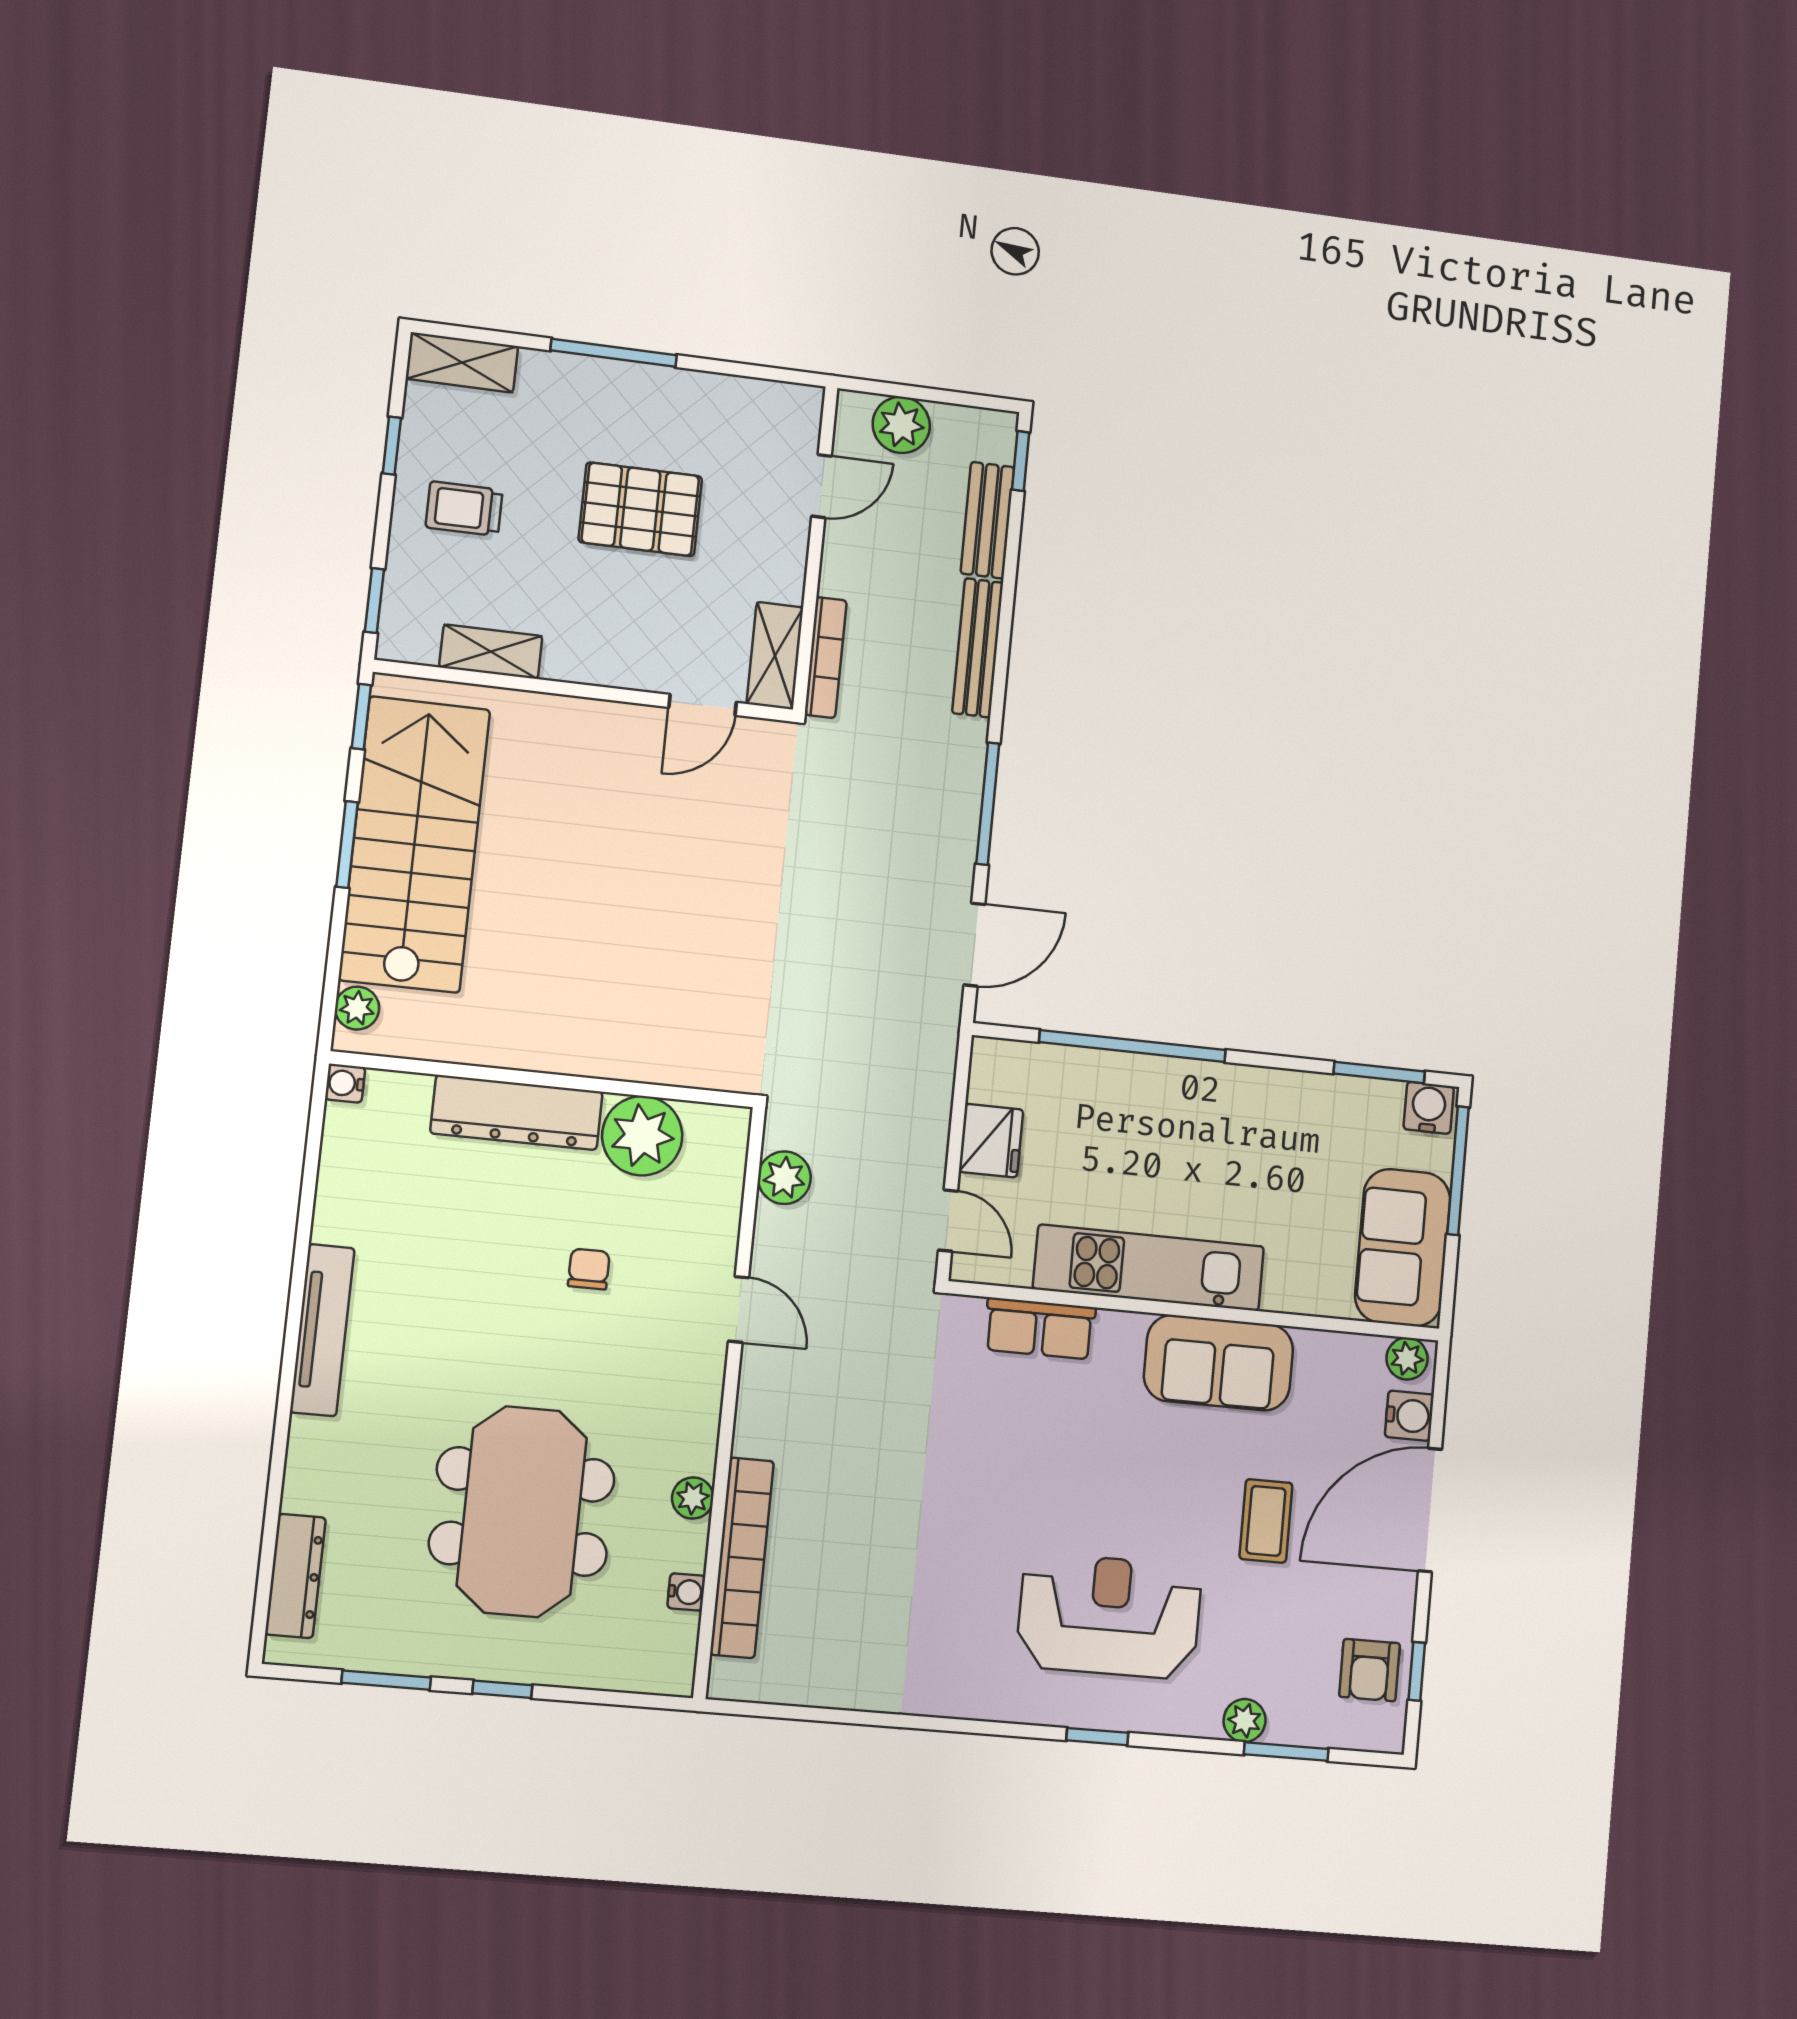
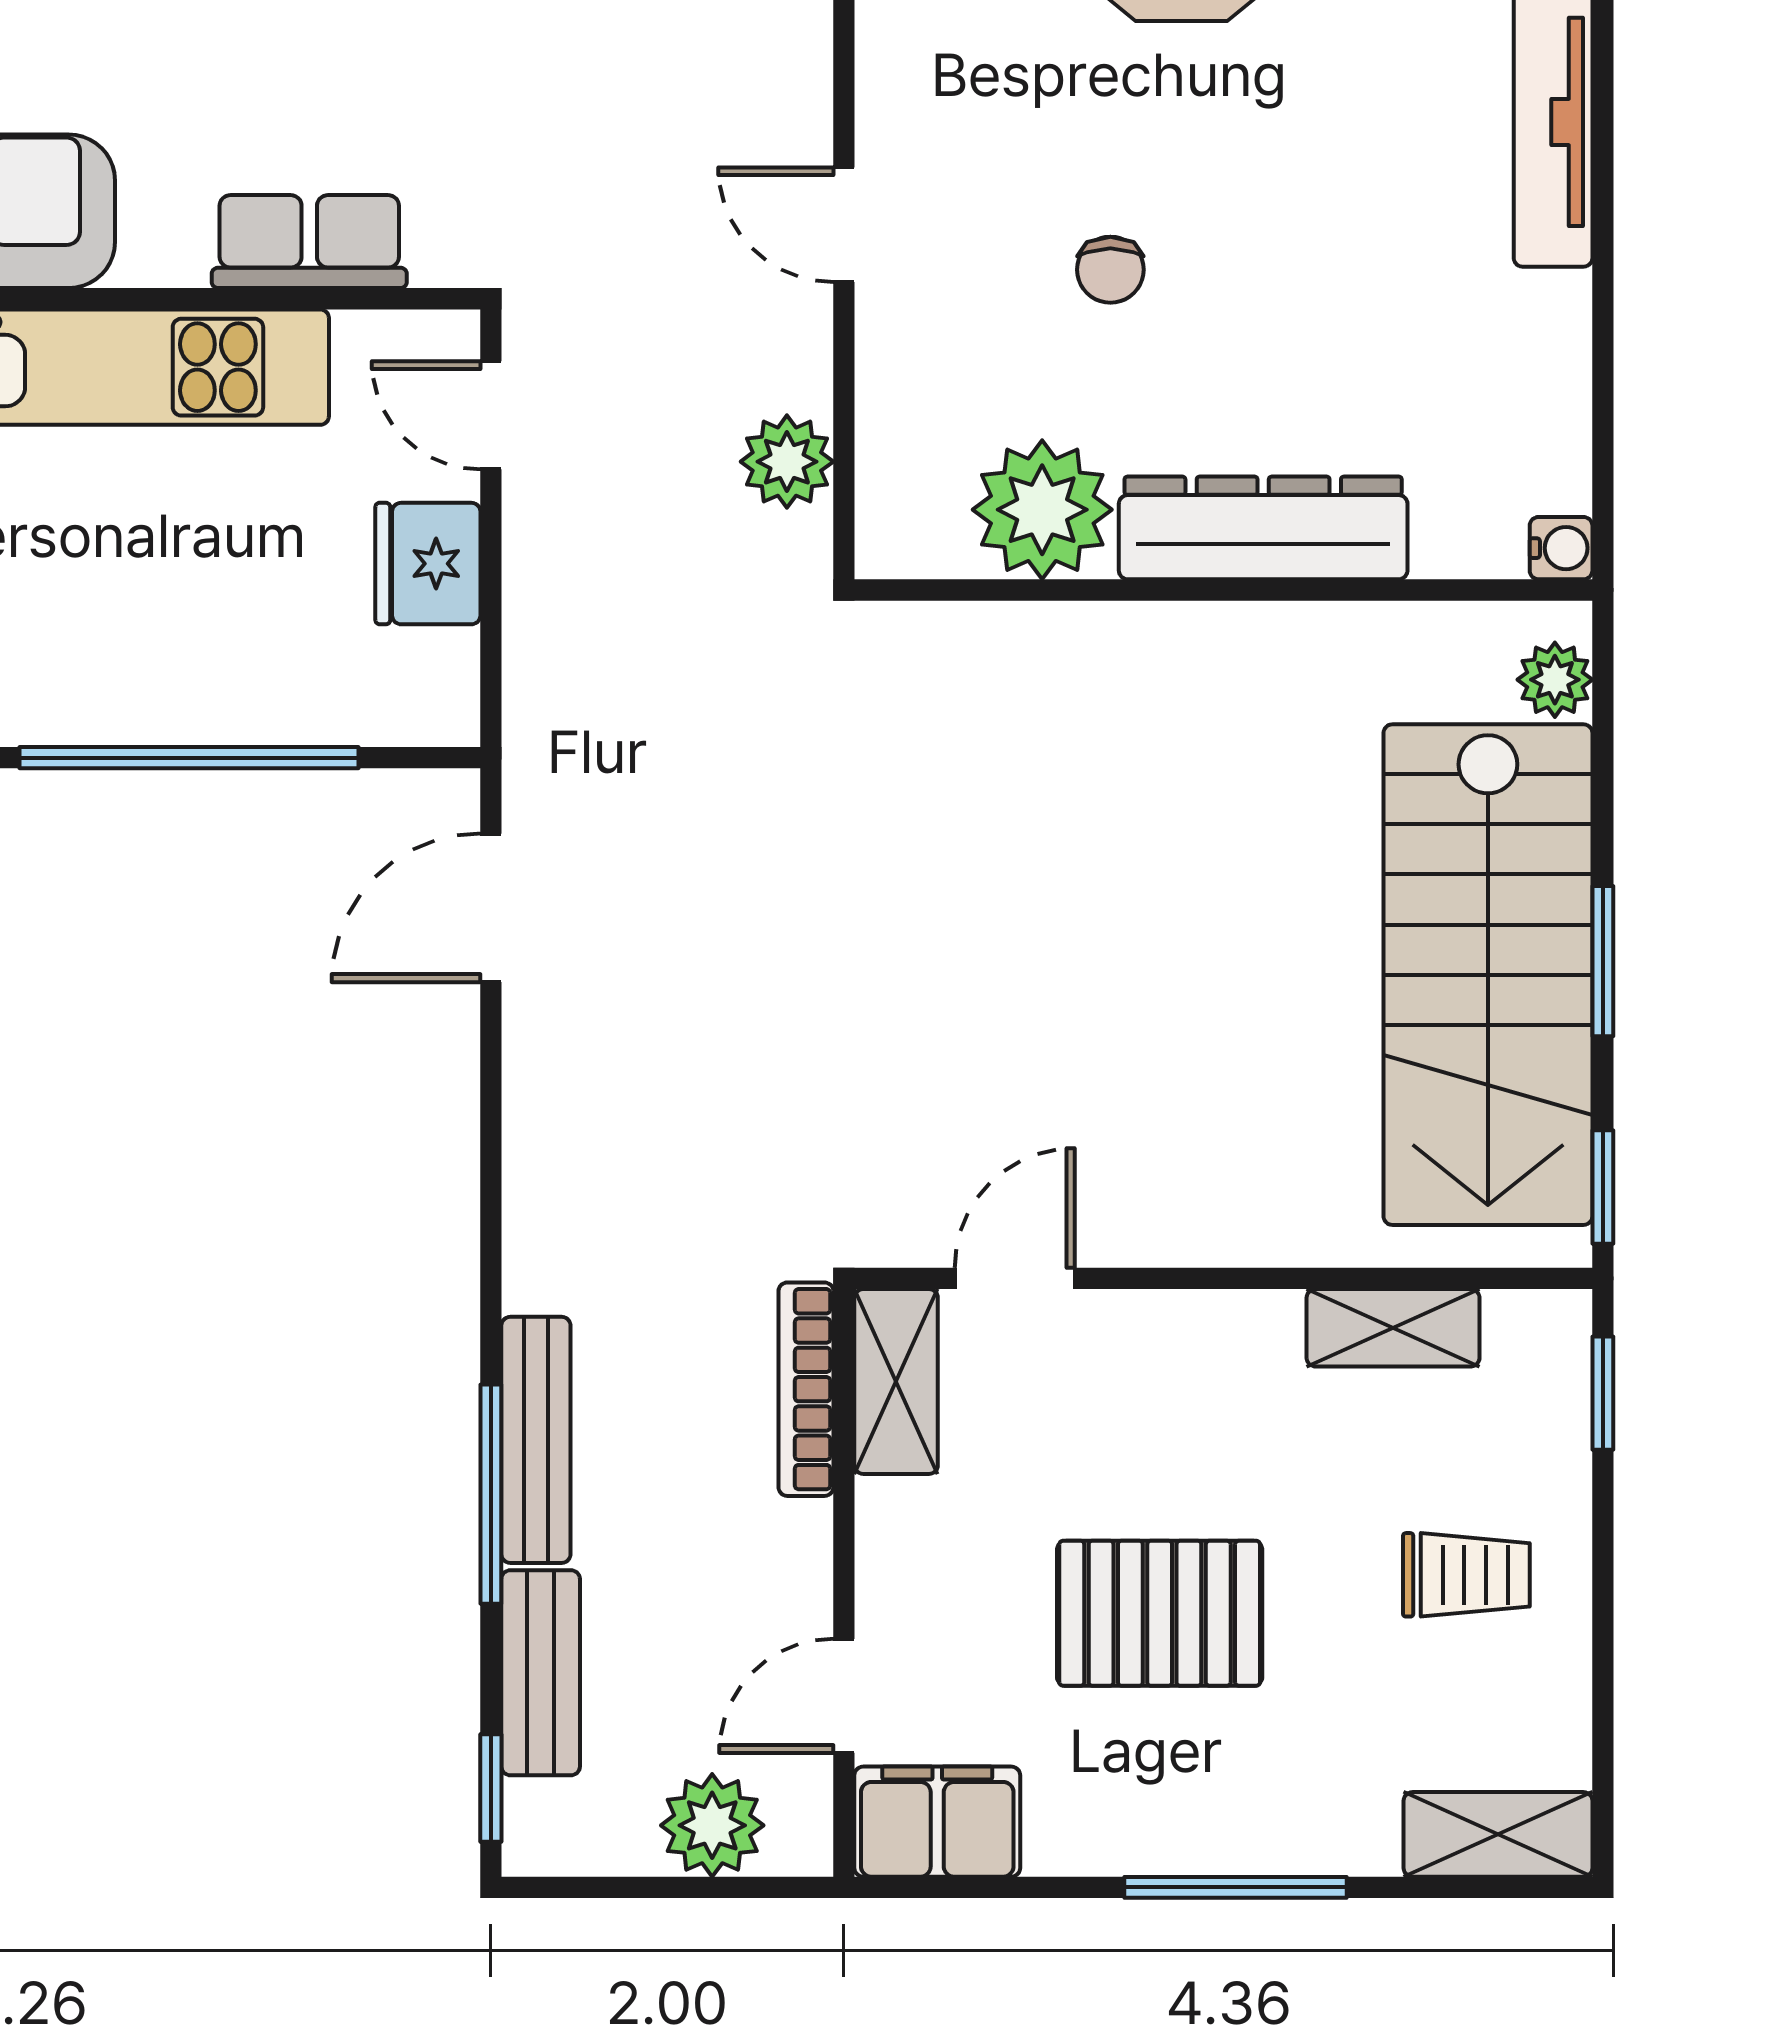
filing cabinet: (777, 411) -> (937, 1822), added
window: (392, 446) -> (1603, 1670), removed
window: (988, 804) -> (491, 1494), moved

